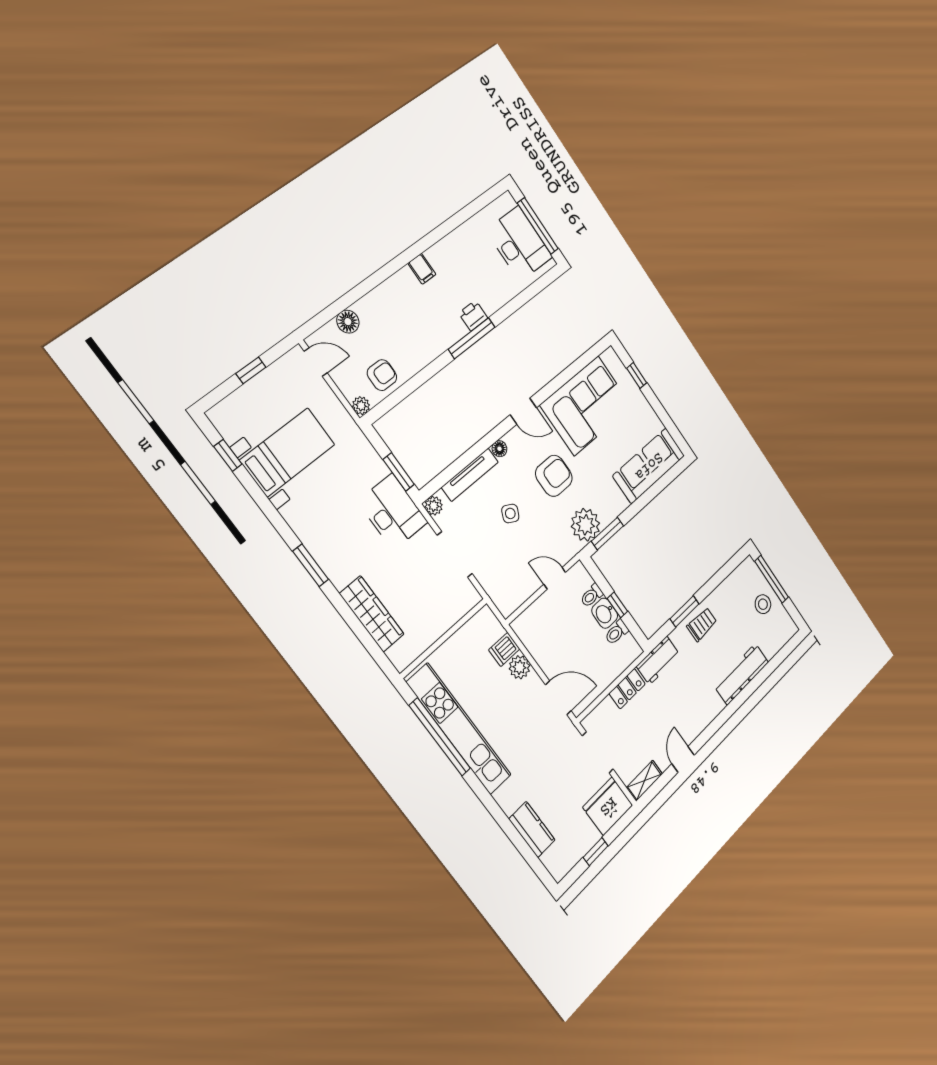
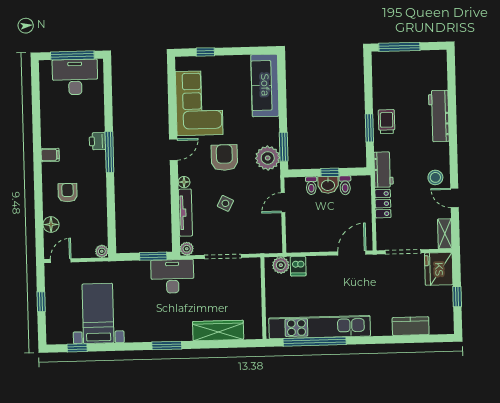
armchair: (382, 375) -> (68, 193), moved
stool: (763, 604) -> (435, 177), moved
plant: (519, 667) -> (281, 265), moved

